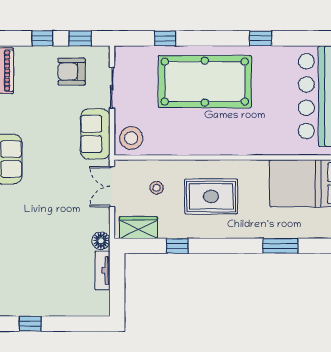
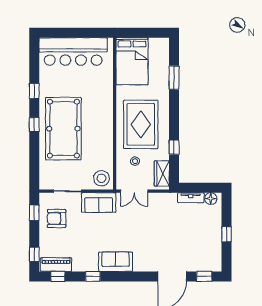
window: (42, 38) -> (34, 254), moved
window: (165, 38) -> (34, 125), moved
armchair: (72, 72) -> (57, 218), turned 90
rug: (211, 196) -> (141, 124), width x1.37, depth x1.44
floor lamp: (101, 241) -> (211, 199), moved
window: (30, 324) -> (227, 234), moved

